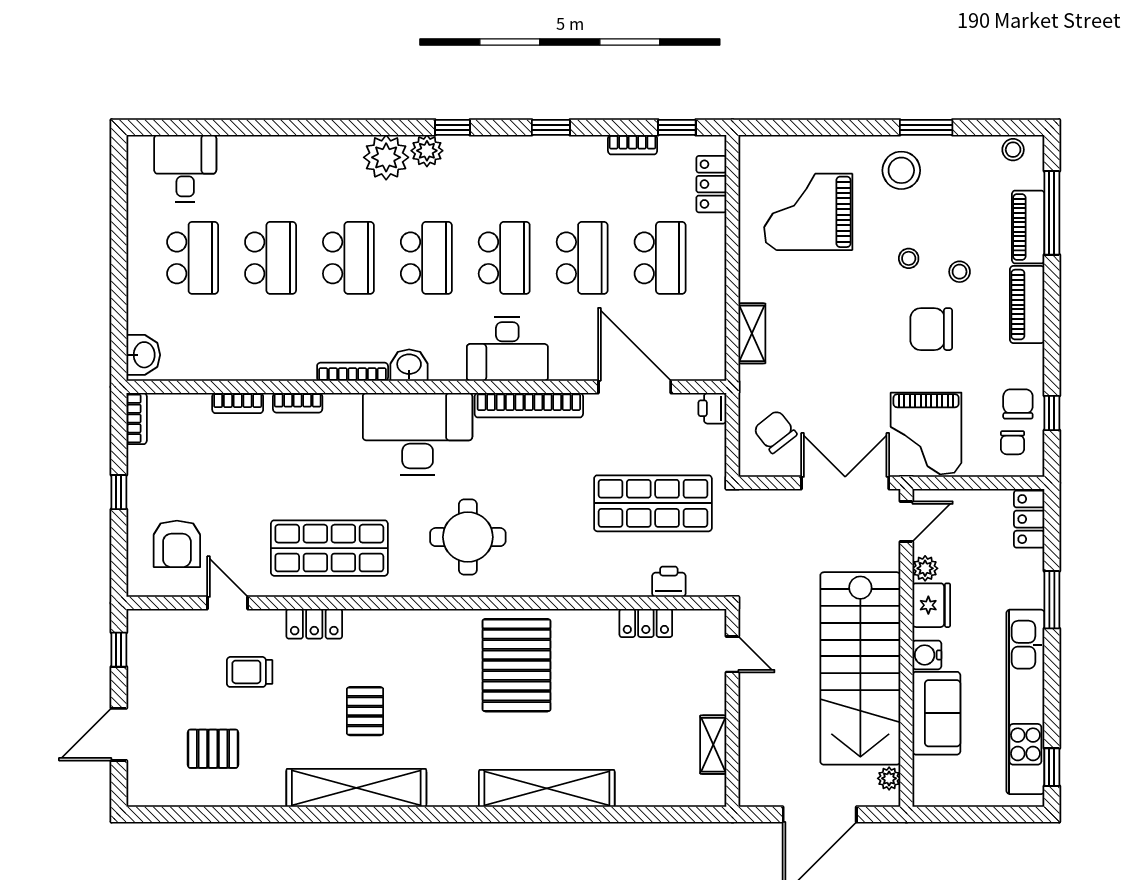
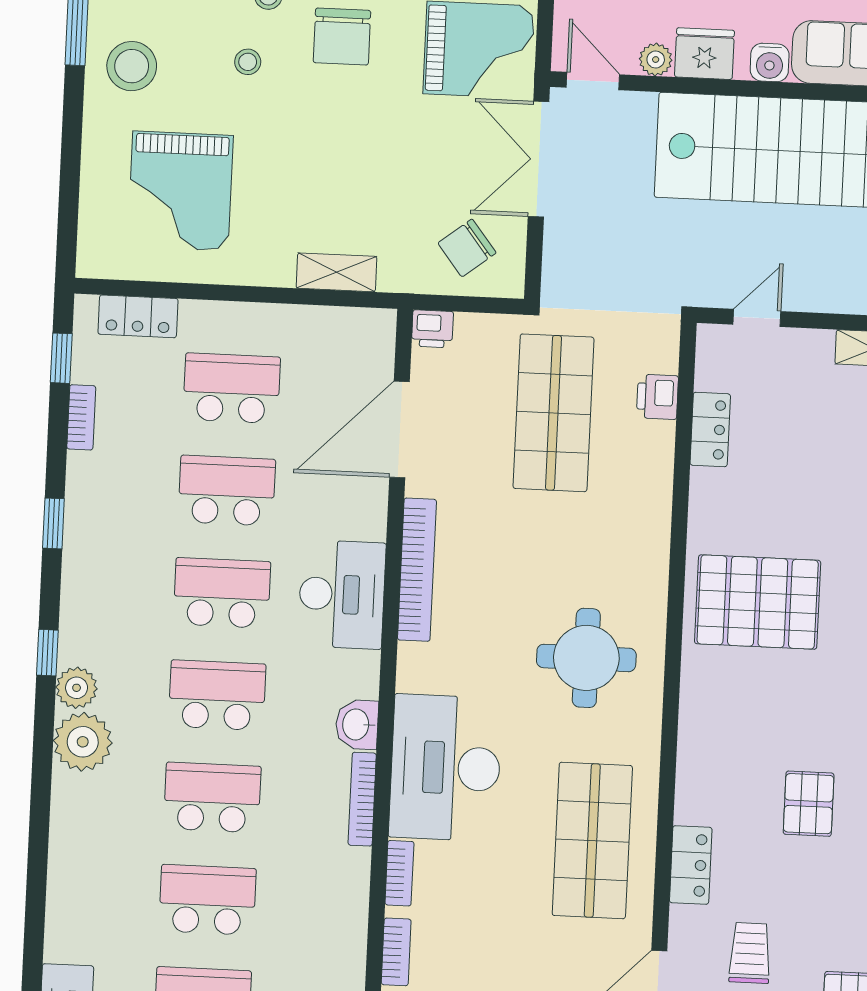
desk: (418, 434) -> (445, 768), moved
trolley: (250, 672) -> (750, 953), turned 180
pallet: (365, 711) -> (809, 804), turned 90

